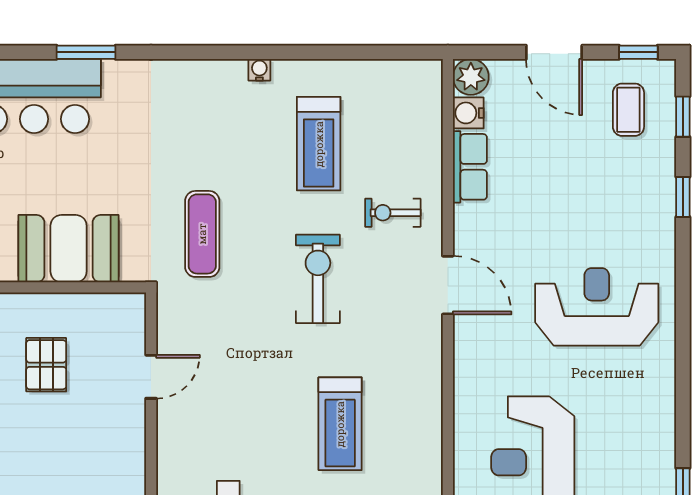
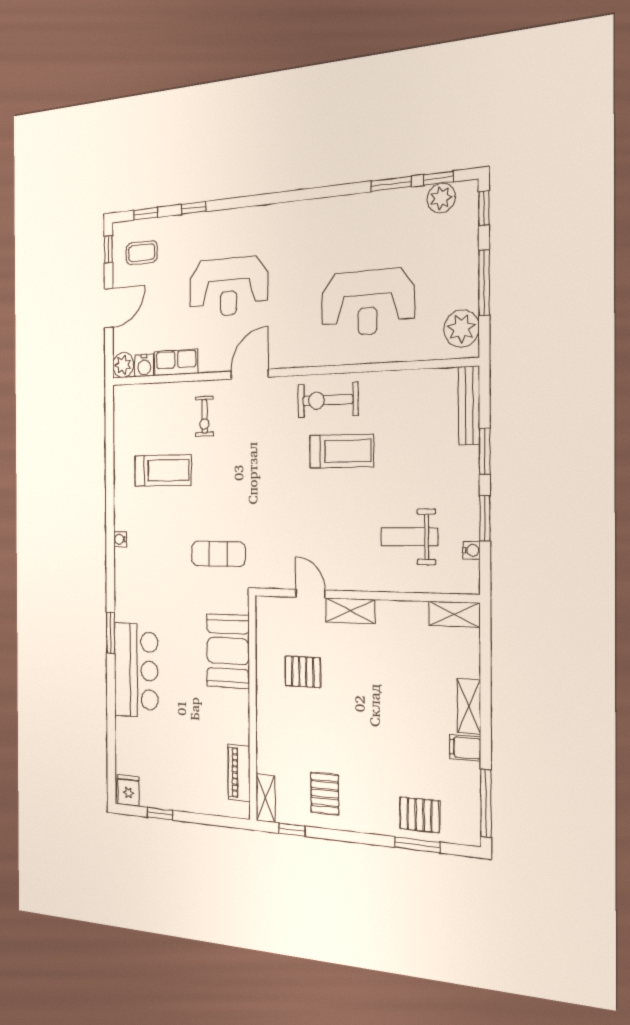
water cooler: (259, 70) -> (120, 539), moved
exercise bike: (318, 279) -> (328, 400), moved
reception desk: (597, 307) -> (228, 287), moved, turned -90
shelving: (130, 435) -> (350, 611), added

